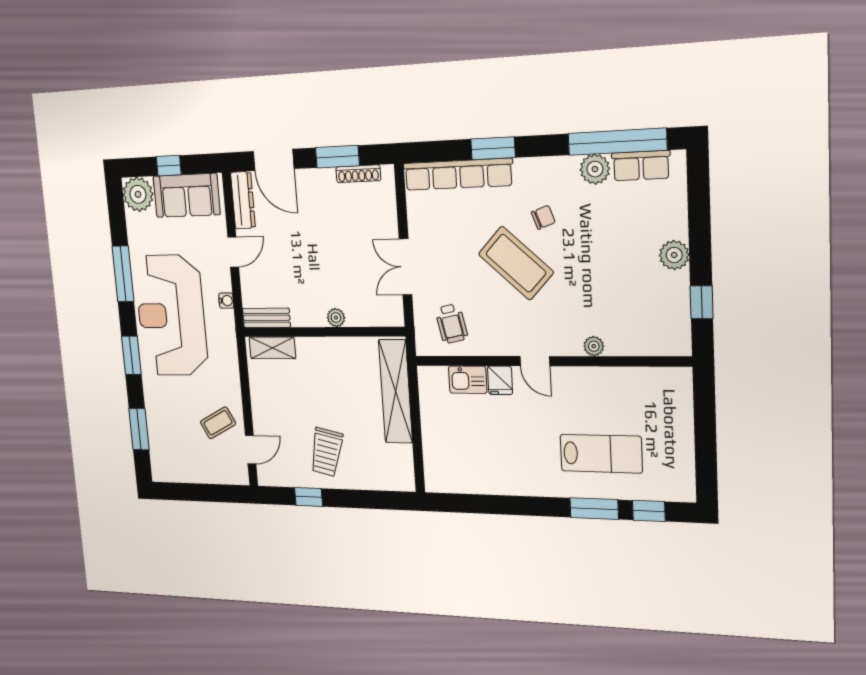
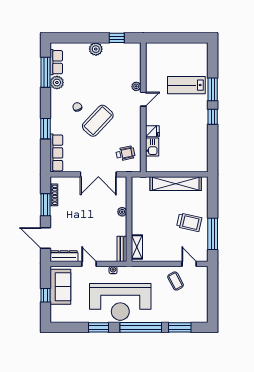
window: (617, 142) -> (45, 72), width x0.68
door: (274, 160) -> (45, 238), swing flipped
row of seats: (458, 174) -> (56, 153), width x0.73
plant: (138, 194) -> (59, 314), removed
double door: (405, 267) -> (98, 174), width x1.37
window: (123, 274) -> (99, 327), width x0.69
window: (131, 355) -> (141, 327), width x2.11
door: (535, 361) -> (143, 99), moved
shelving: (396, 391) -> (176, 184), moved
lab bench: (601, 454) -> (186, 85), turned -90
window: (309, 497) -> (213, 234), width x2.17
window: (649, 511) -> (213, 117), moved

